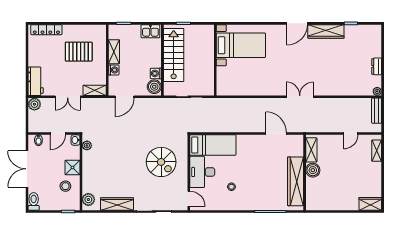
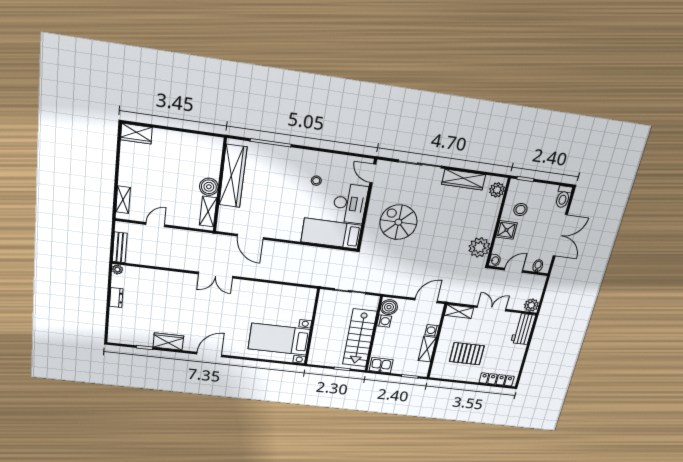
wardrobe: (326, 31) -> (168, 342), width x0.67
plant: (87, 145) -> (479, 247), width x1.87, depth x1.87

